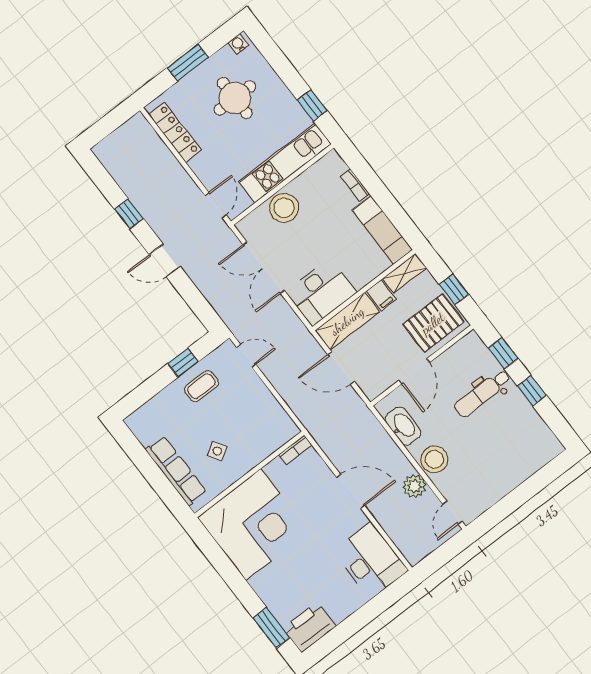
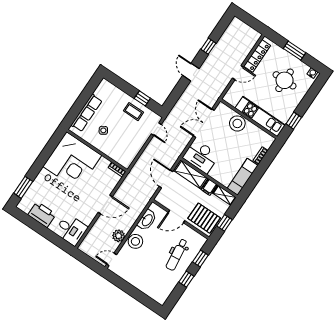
door: (216, 205) -> (238, 73), moved
dental chair: (482, 393) -> (177, 255), turned -97
door: (351, 491) -> (105, 204), hinge flipped
desk: (370, 561) -> (71, 230), width x0.73
printer: (309, 627) -> (42, 214), moved

